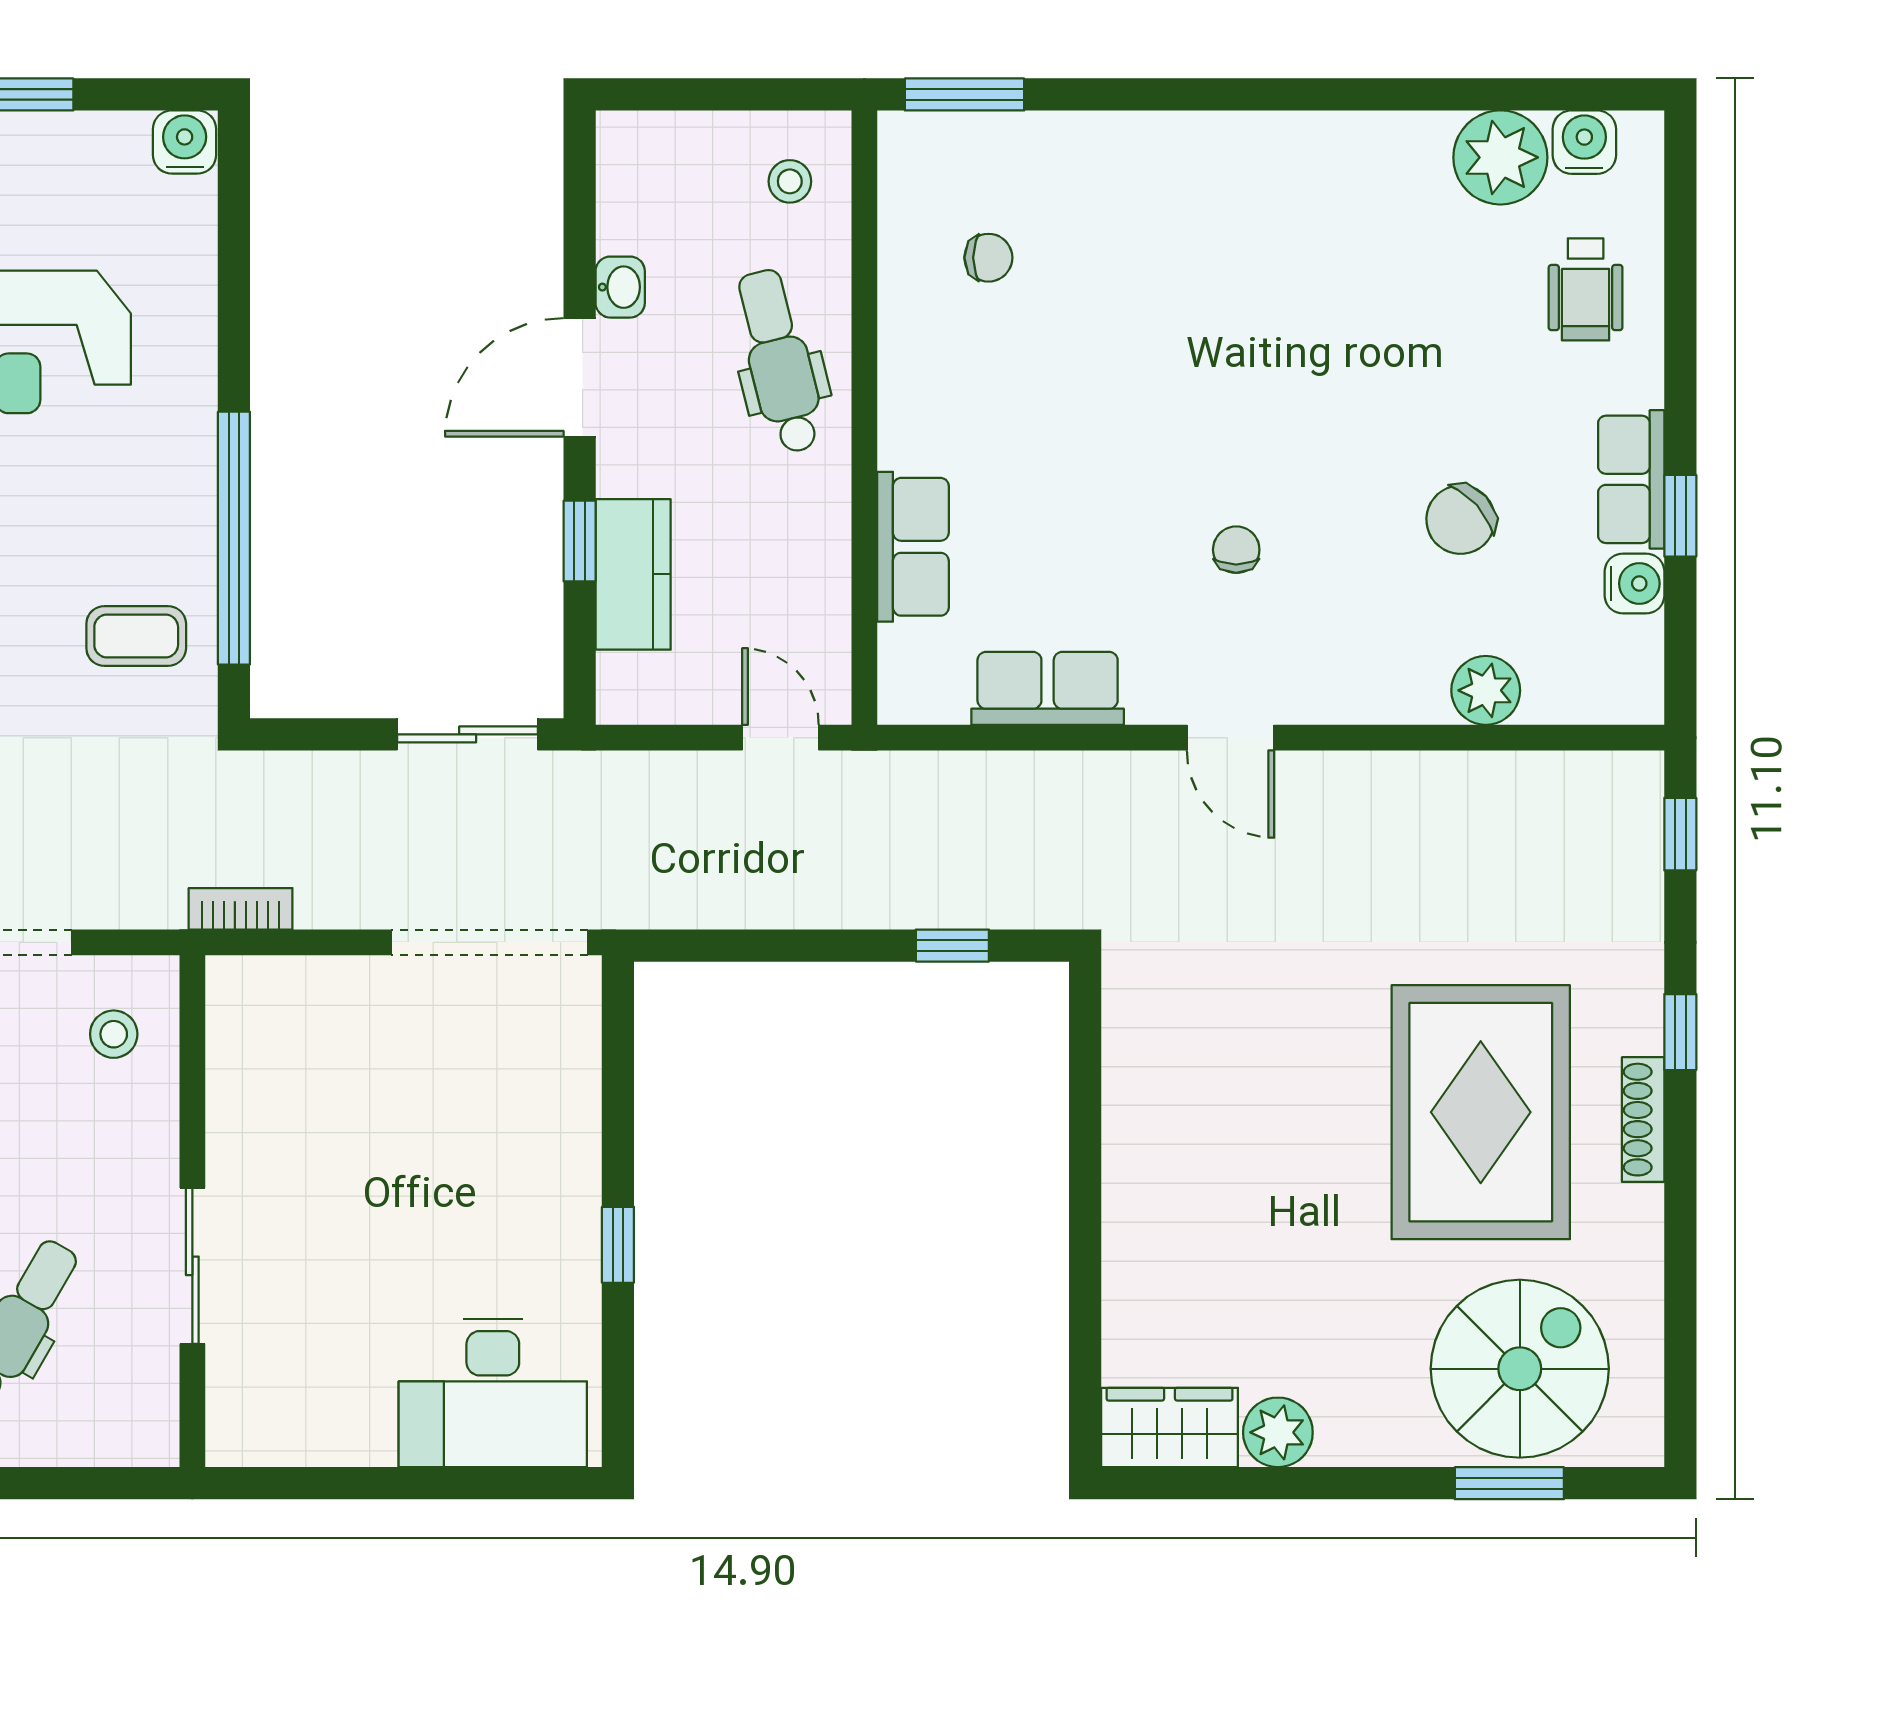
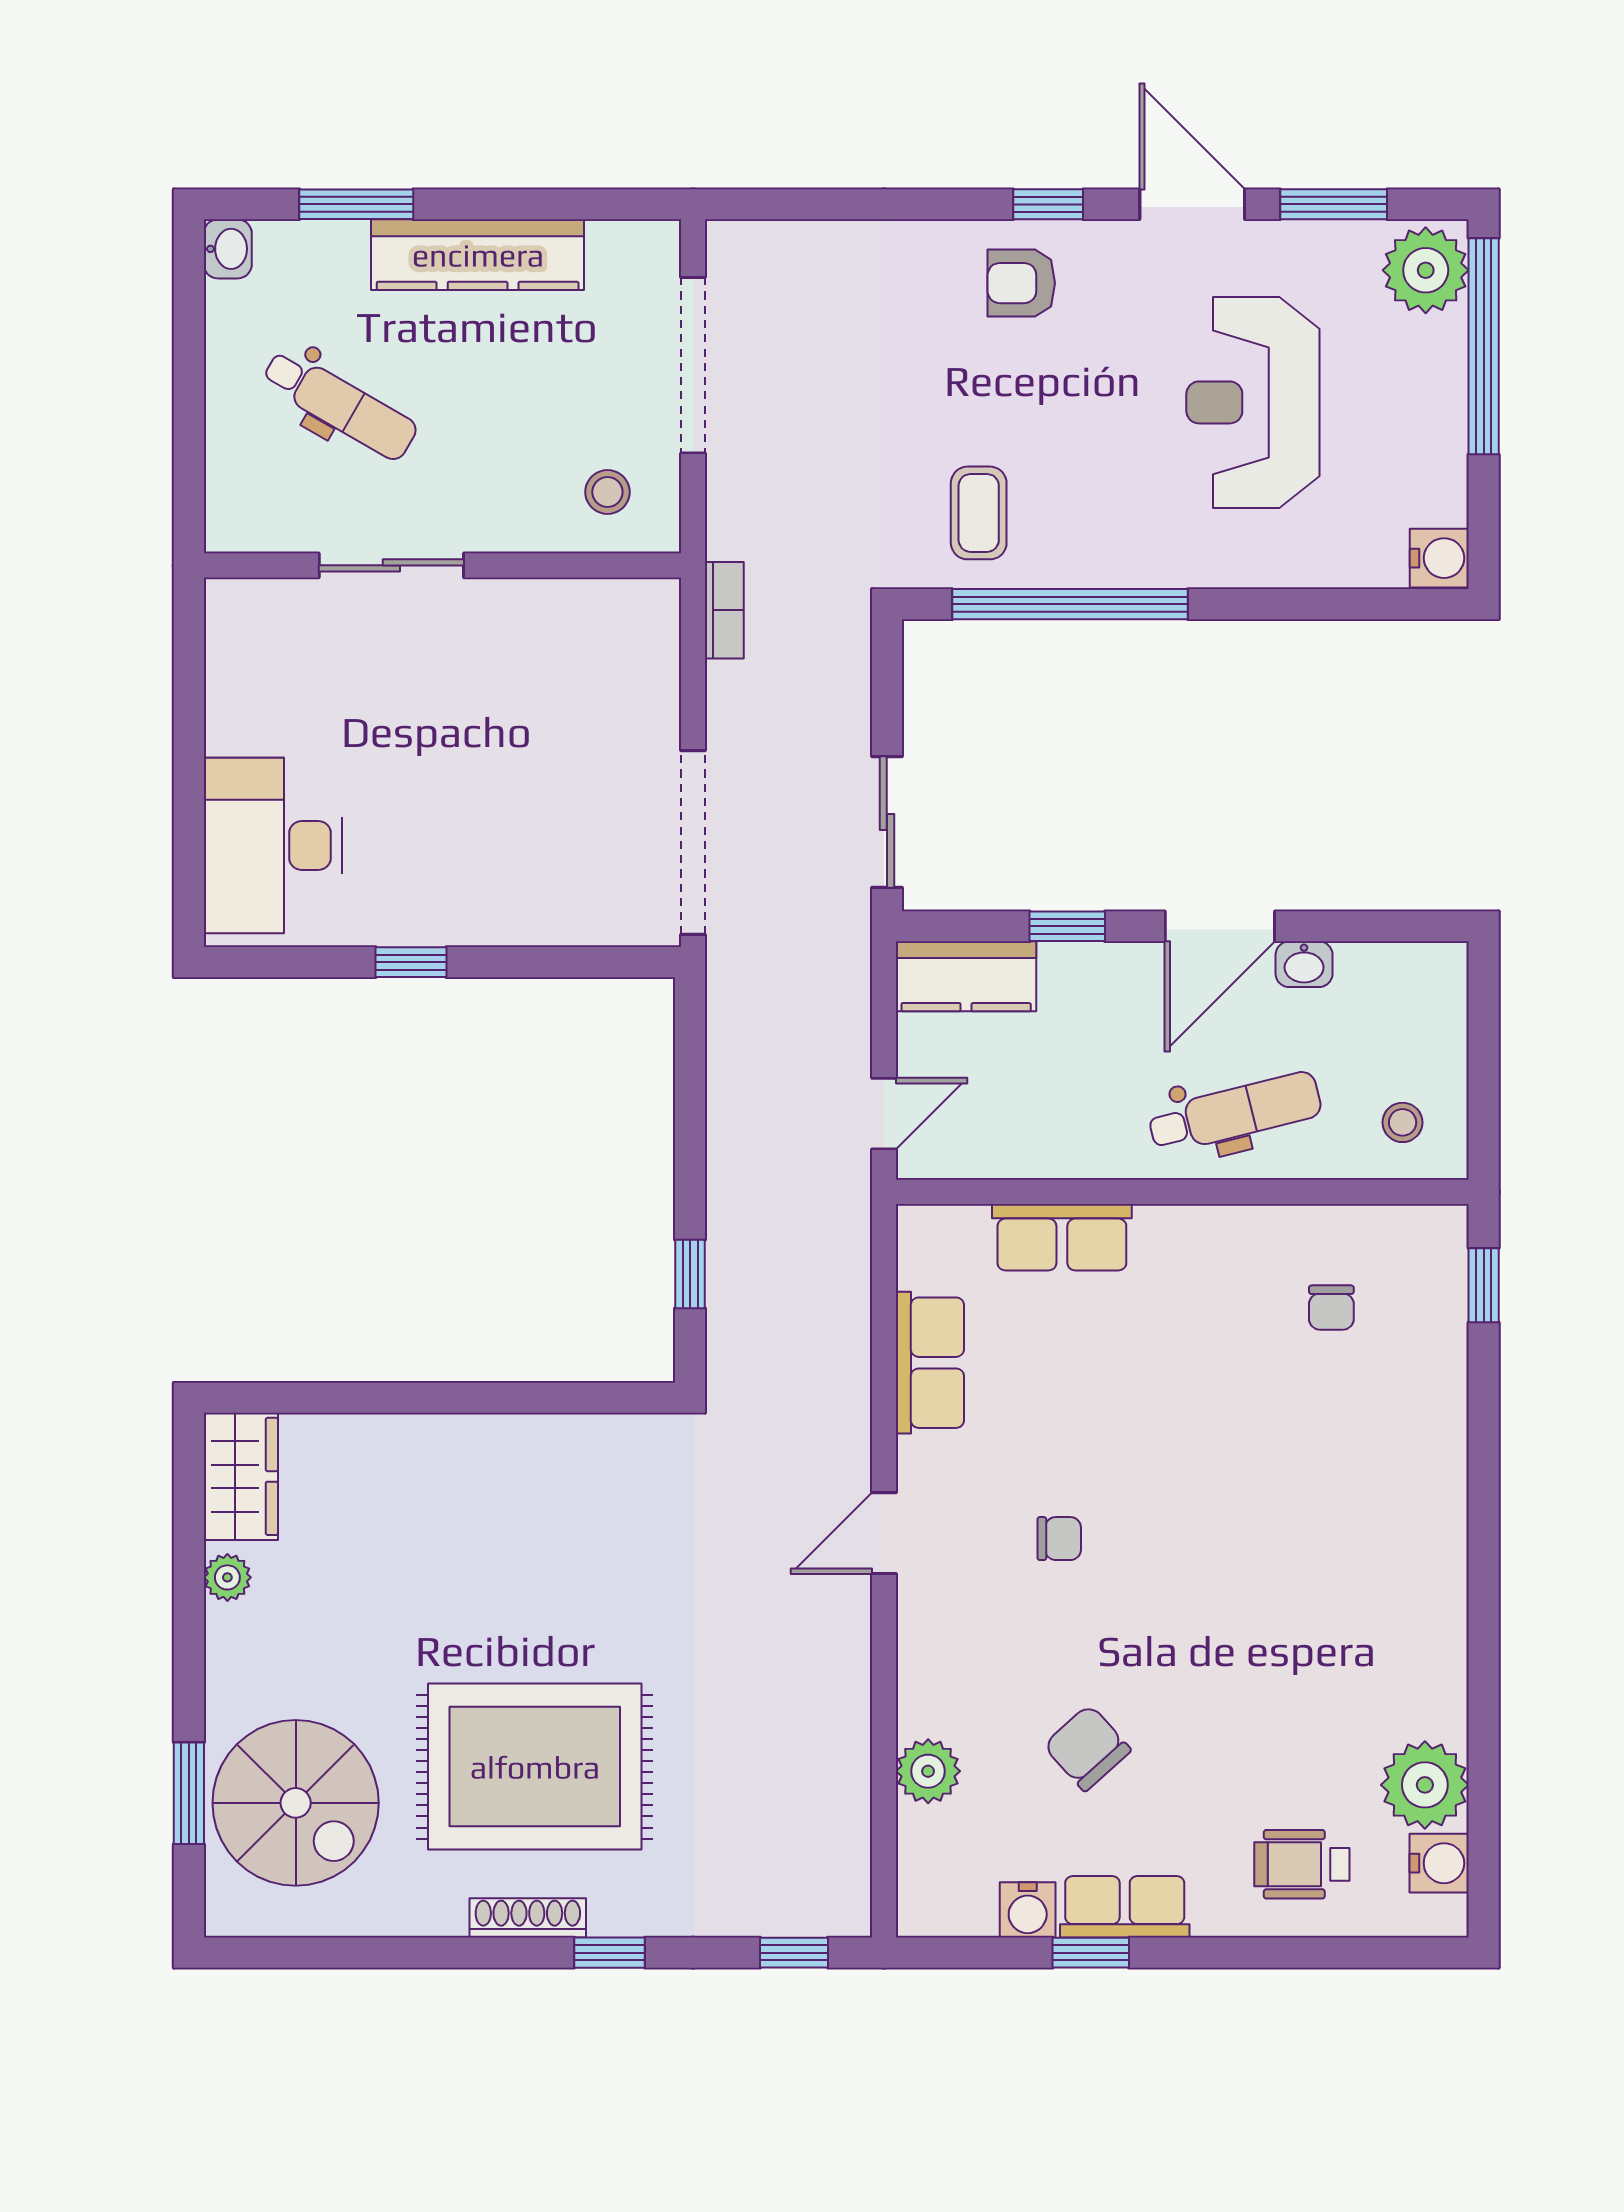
window: (964, 94) -> (1484, 1285), width x0.67
door: (580, 377) -> (1220, 926), swing flipped
kitchen counter: (633, 574) -> (966, 976), moved
plant: (1278, 1432) -> (227, 1577), width x0.73, depth x0.73

